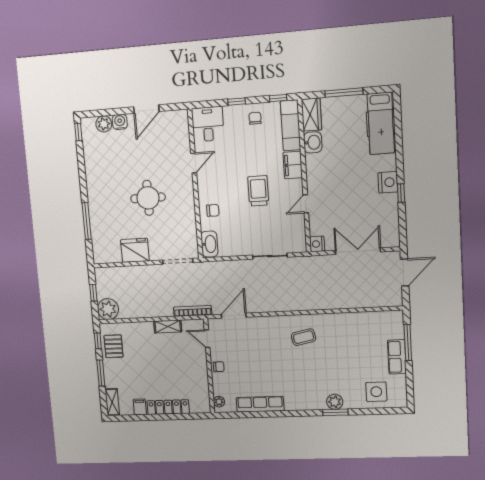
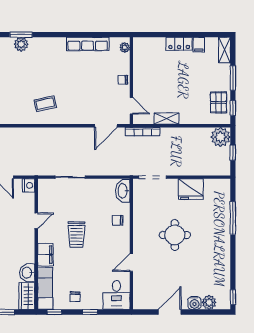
locker: (168, 407) -> (179, 44), width x0.66

